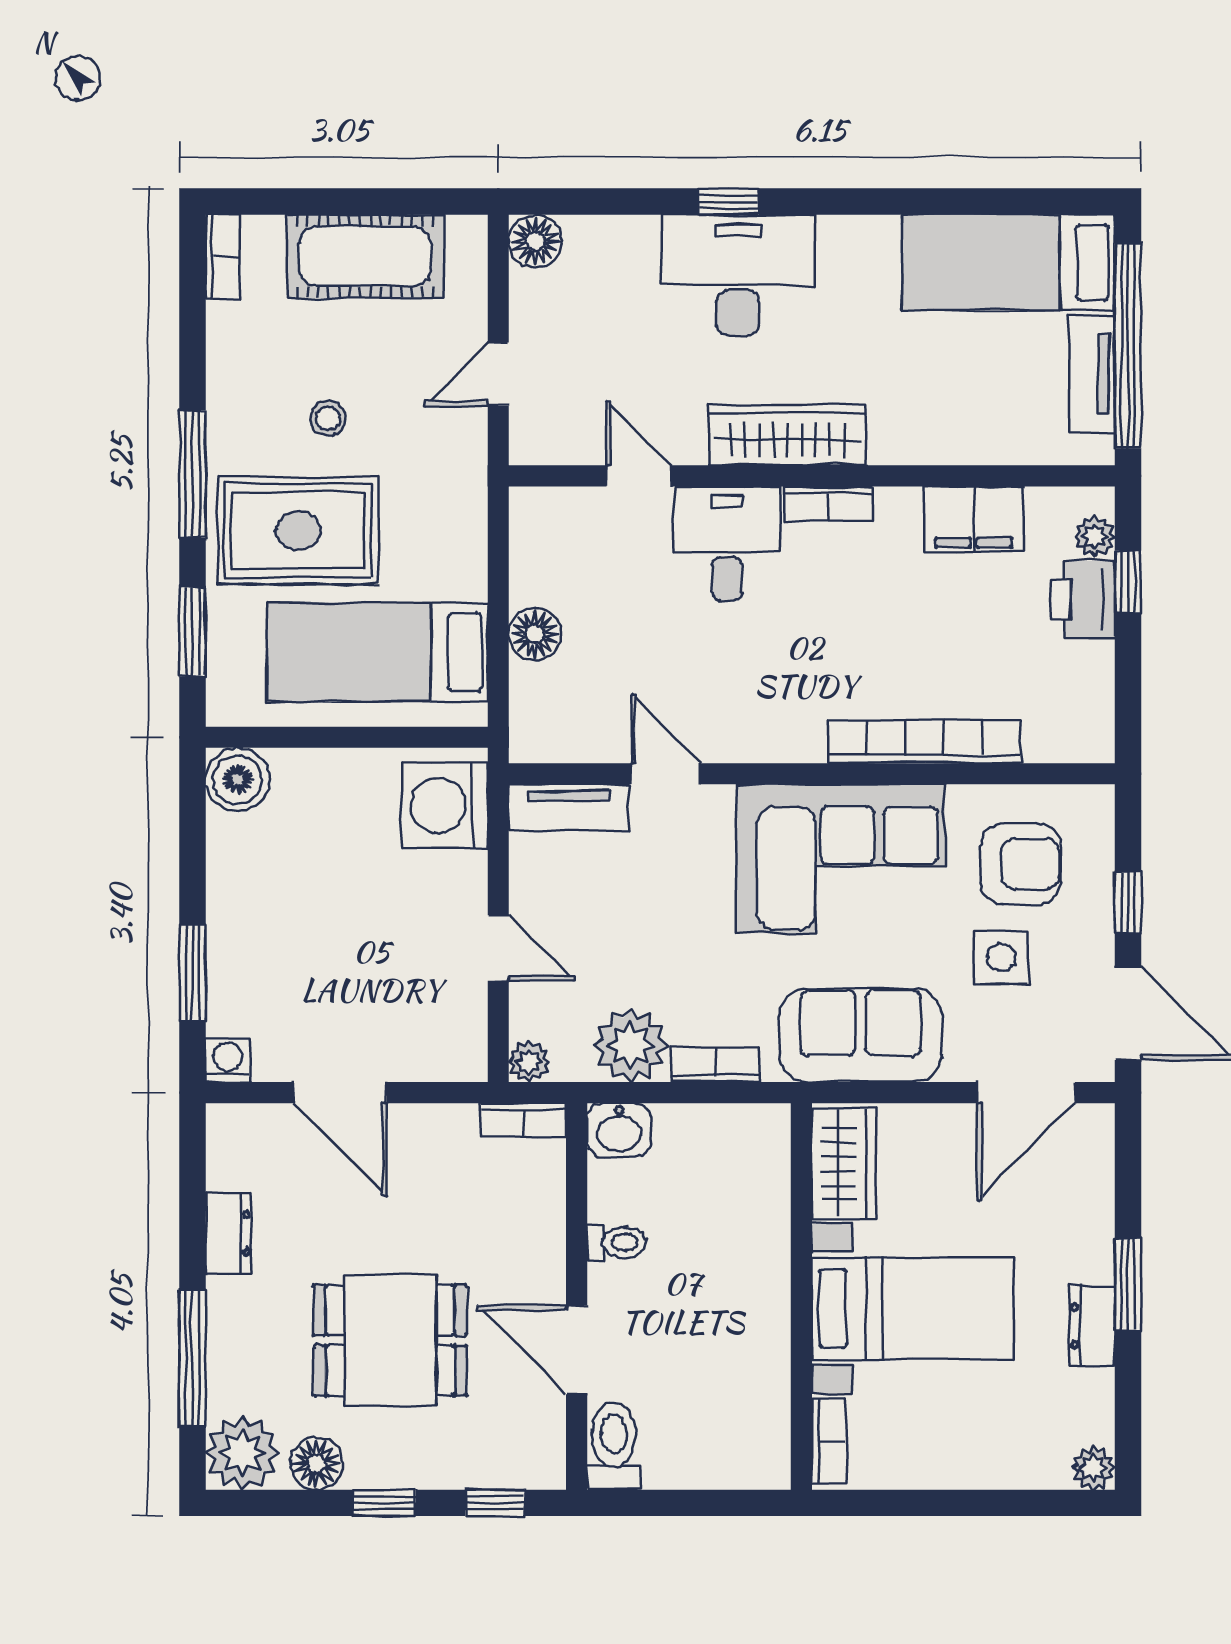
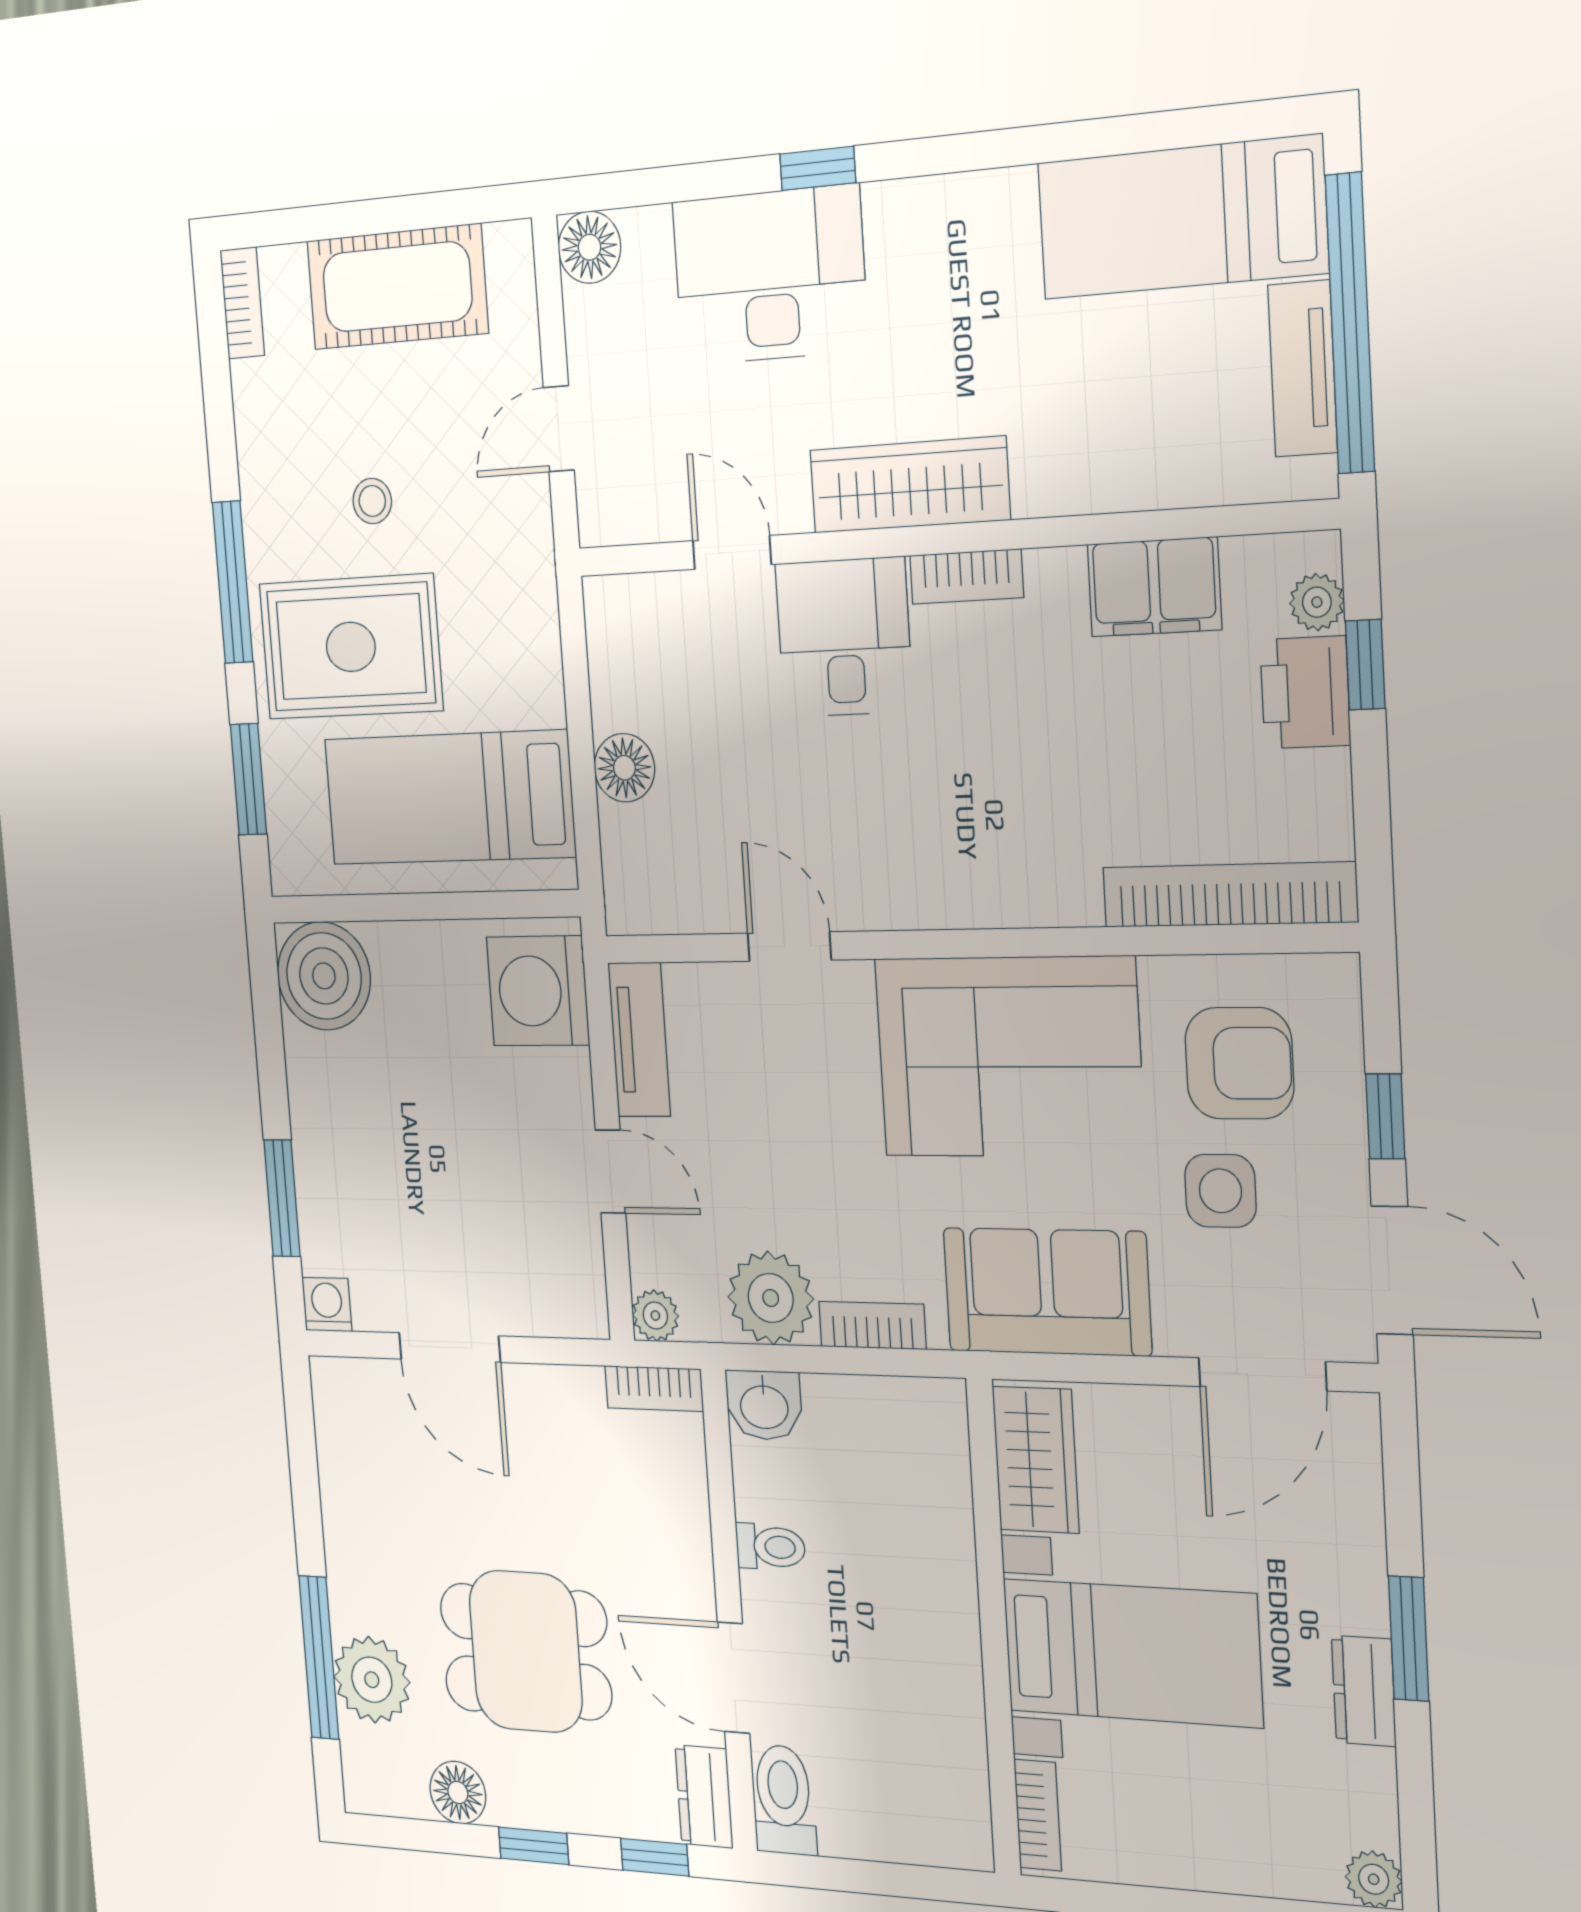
desk: (738, 275) -> (770, 276), moved
bookcase: (925, 742) -> (1229, 895), moved
boiler: (238, 780) -> (324, 976), width x1.37, depth x1.37
tv unit: (569, 807) -> (639, 1040), moved, turned -90
dresser: (229, 1233) -> (704, 1797), moved, turned 180
plant: (242, 1453) -> (372, 1680), moved

